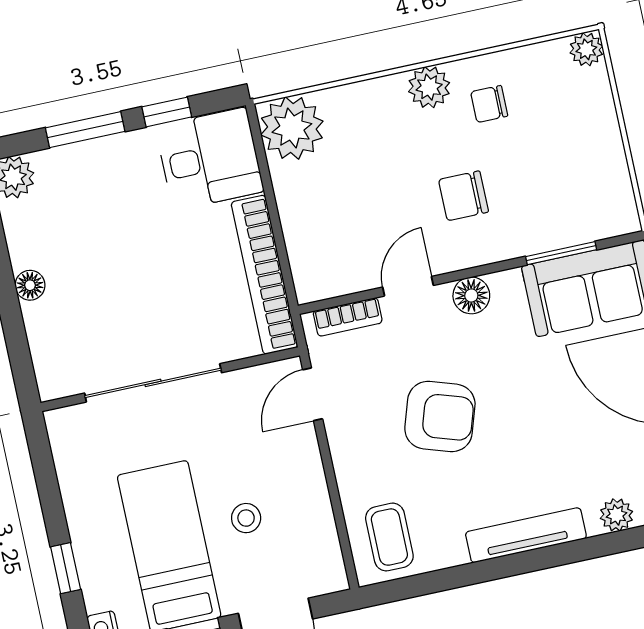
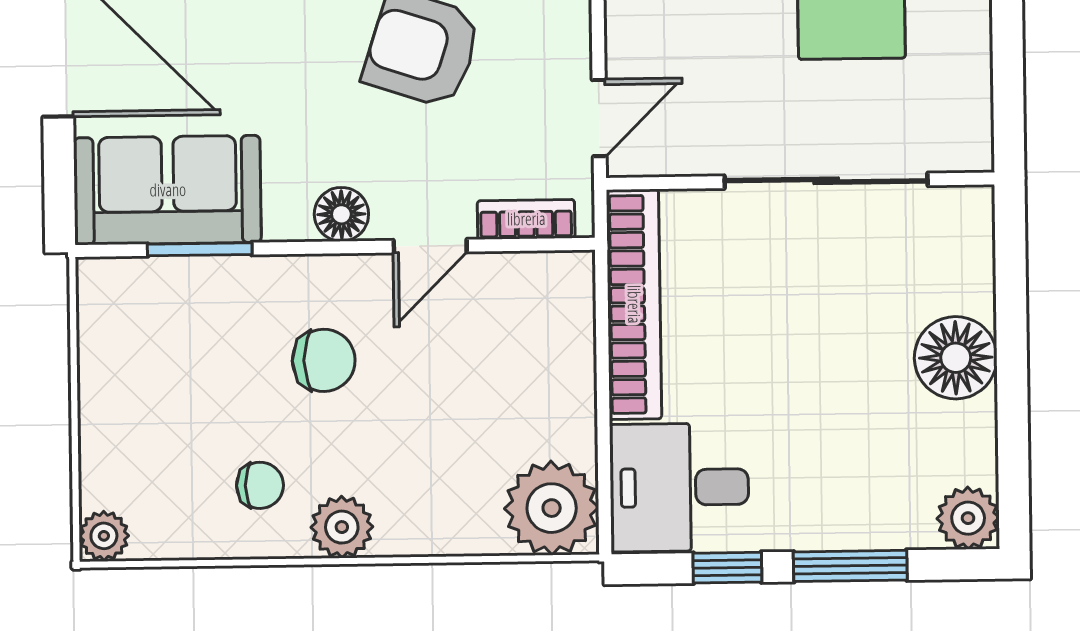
floor lamp: (30, 285) -> (956, 358), width x1.89, depth x1.89

